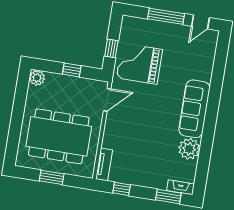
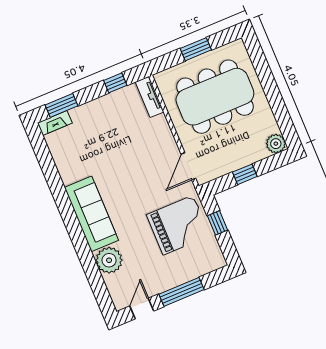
plant: (189, 149) -> (109, 260), moved

